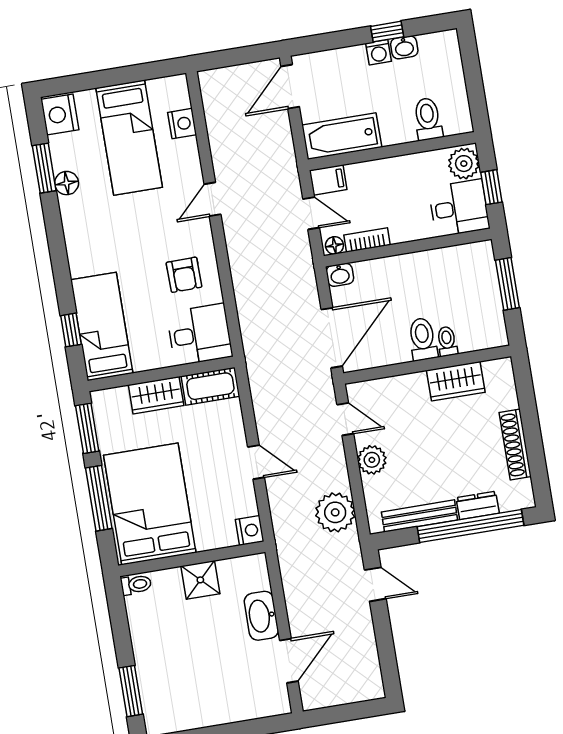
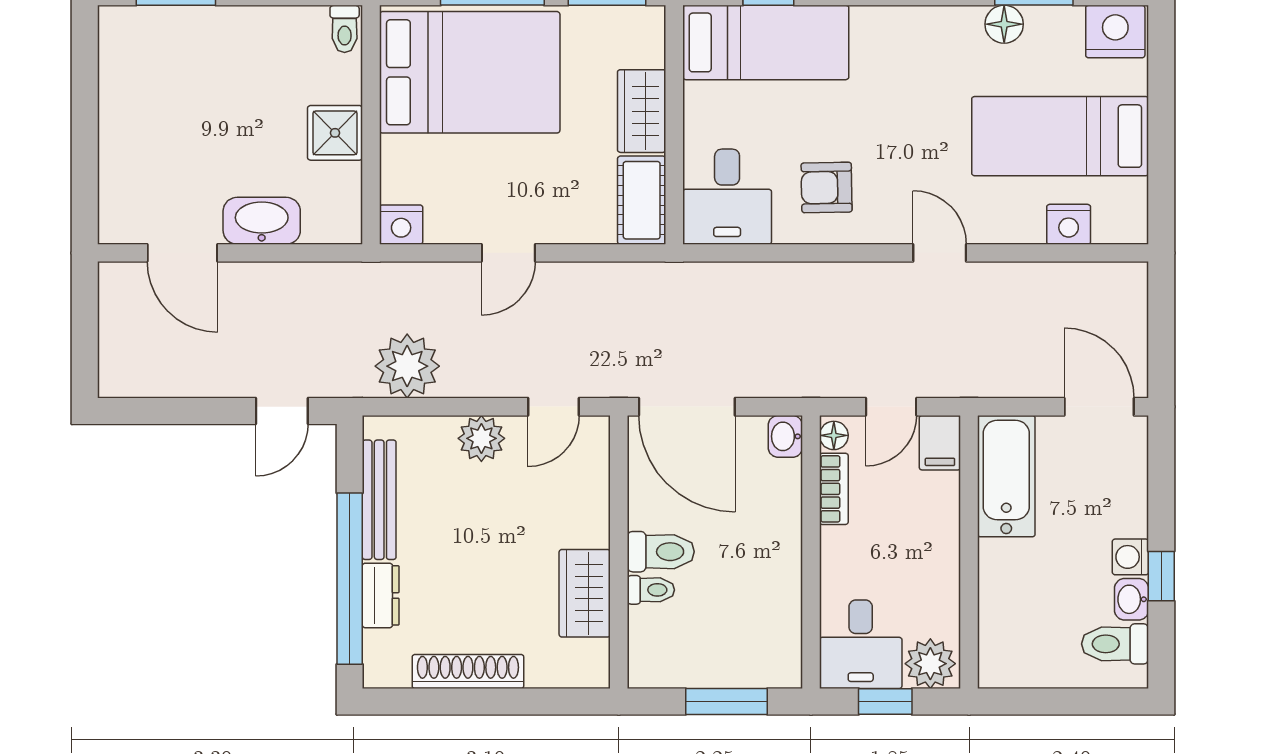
toilet: (428, 119) -> (1115, 644), moved, turned 180

